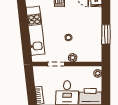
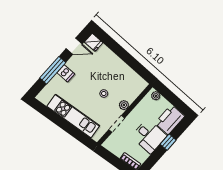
window: (106, 34) -> (129, 60), removed

